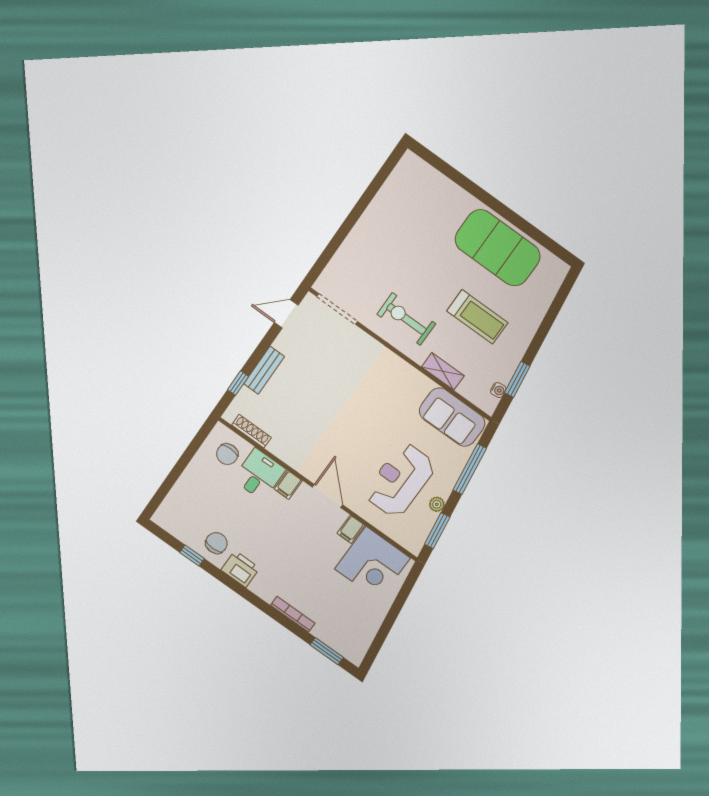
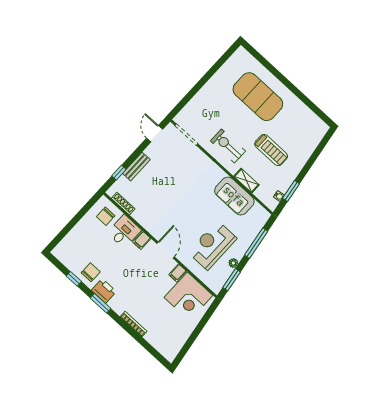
exercise mat: (498, 248) -> (258, 97), moved
door: (286, 314) -> (155, 134), hinge flipped
sofa: (452, 417) -> (234, 196), moved
window: (327, 651) -> (101, 303), moved

